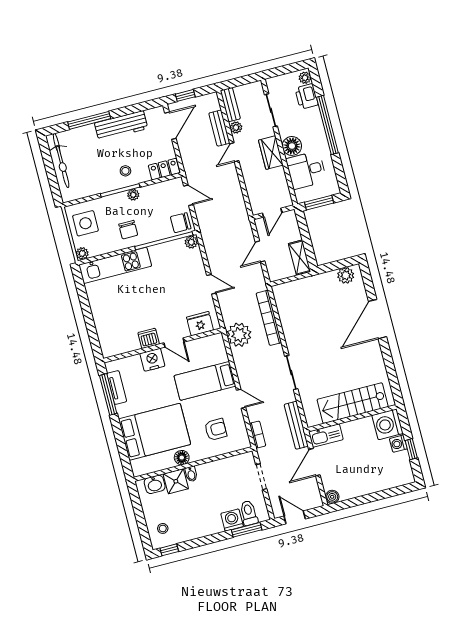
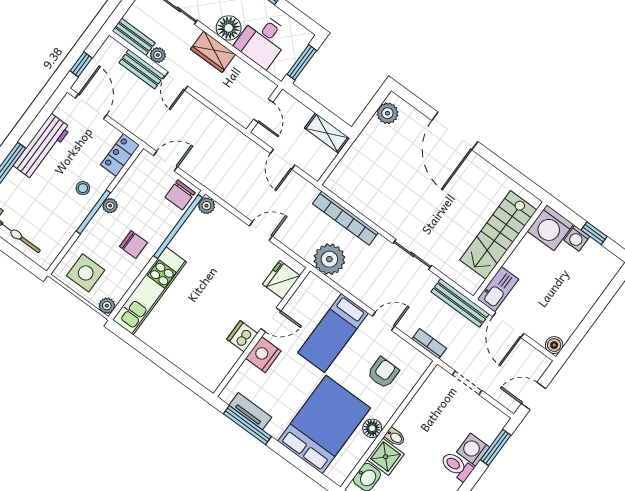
toilet: (249, 513) -> (457, 466), moved

